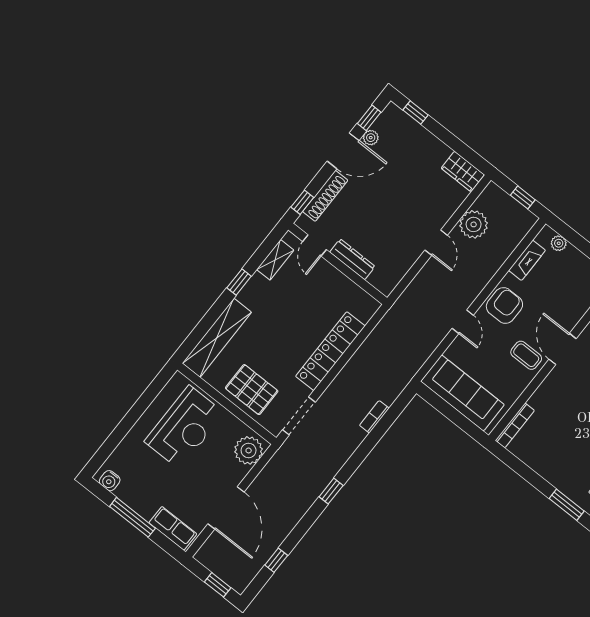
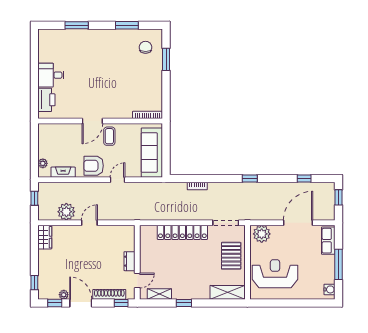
dresser: (352, 259) -> (130, 261), width x0.70
shelving: (217, 338) -> (228, 292), width x0.68

